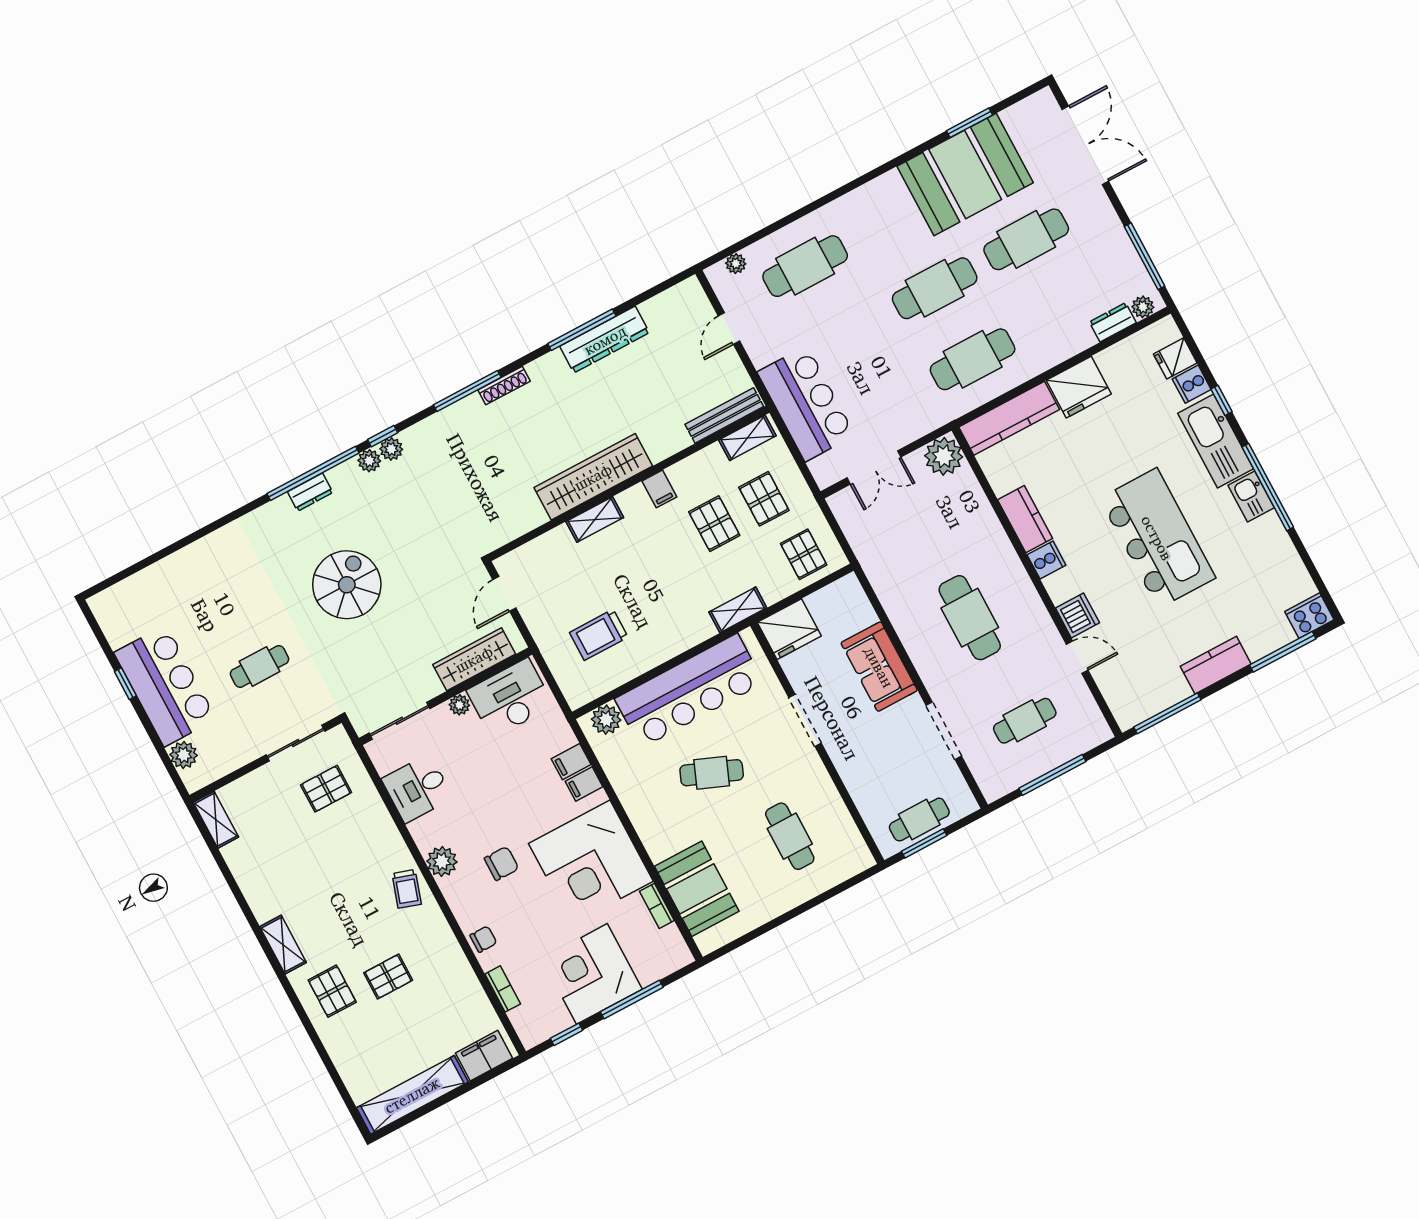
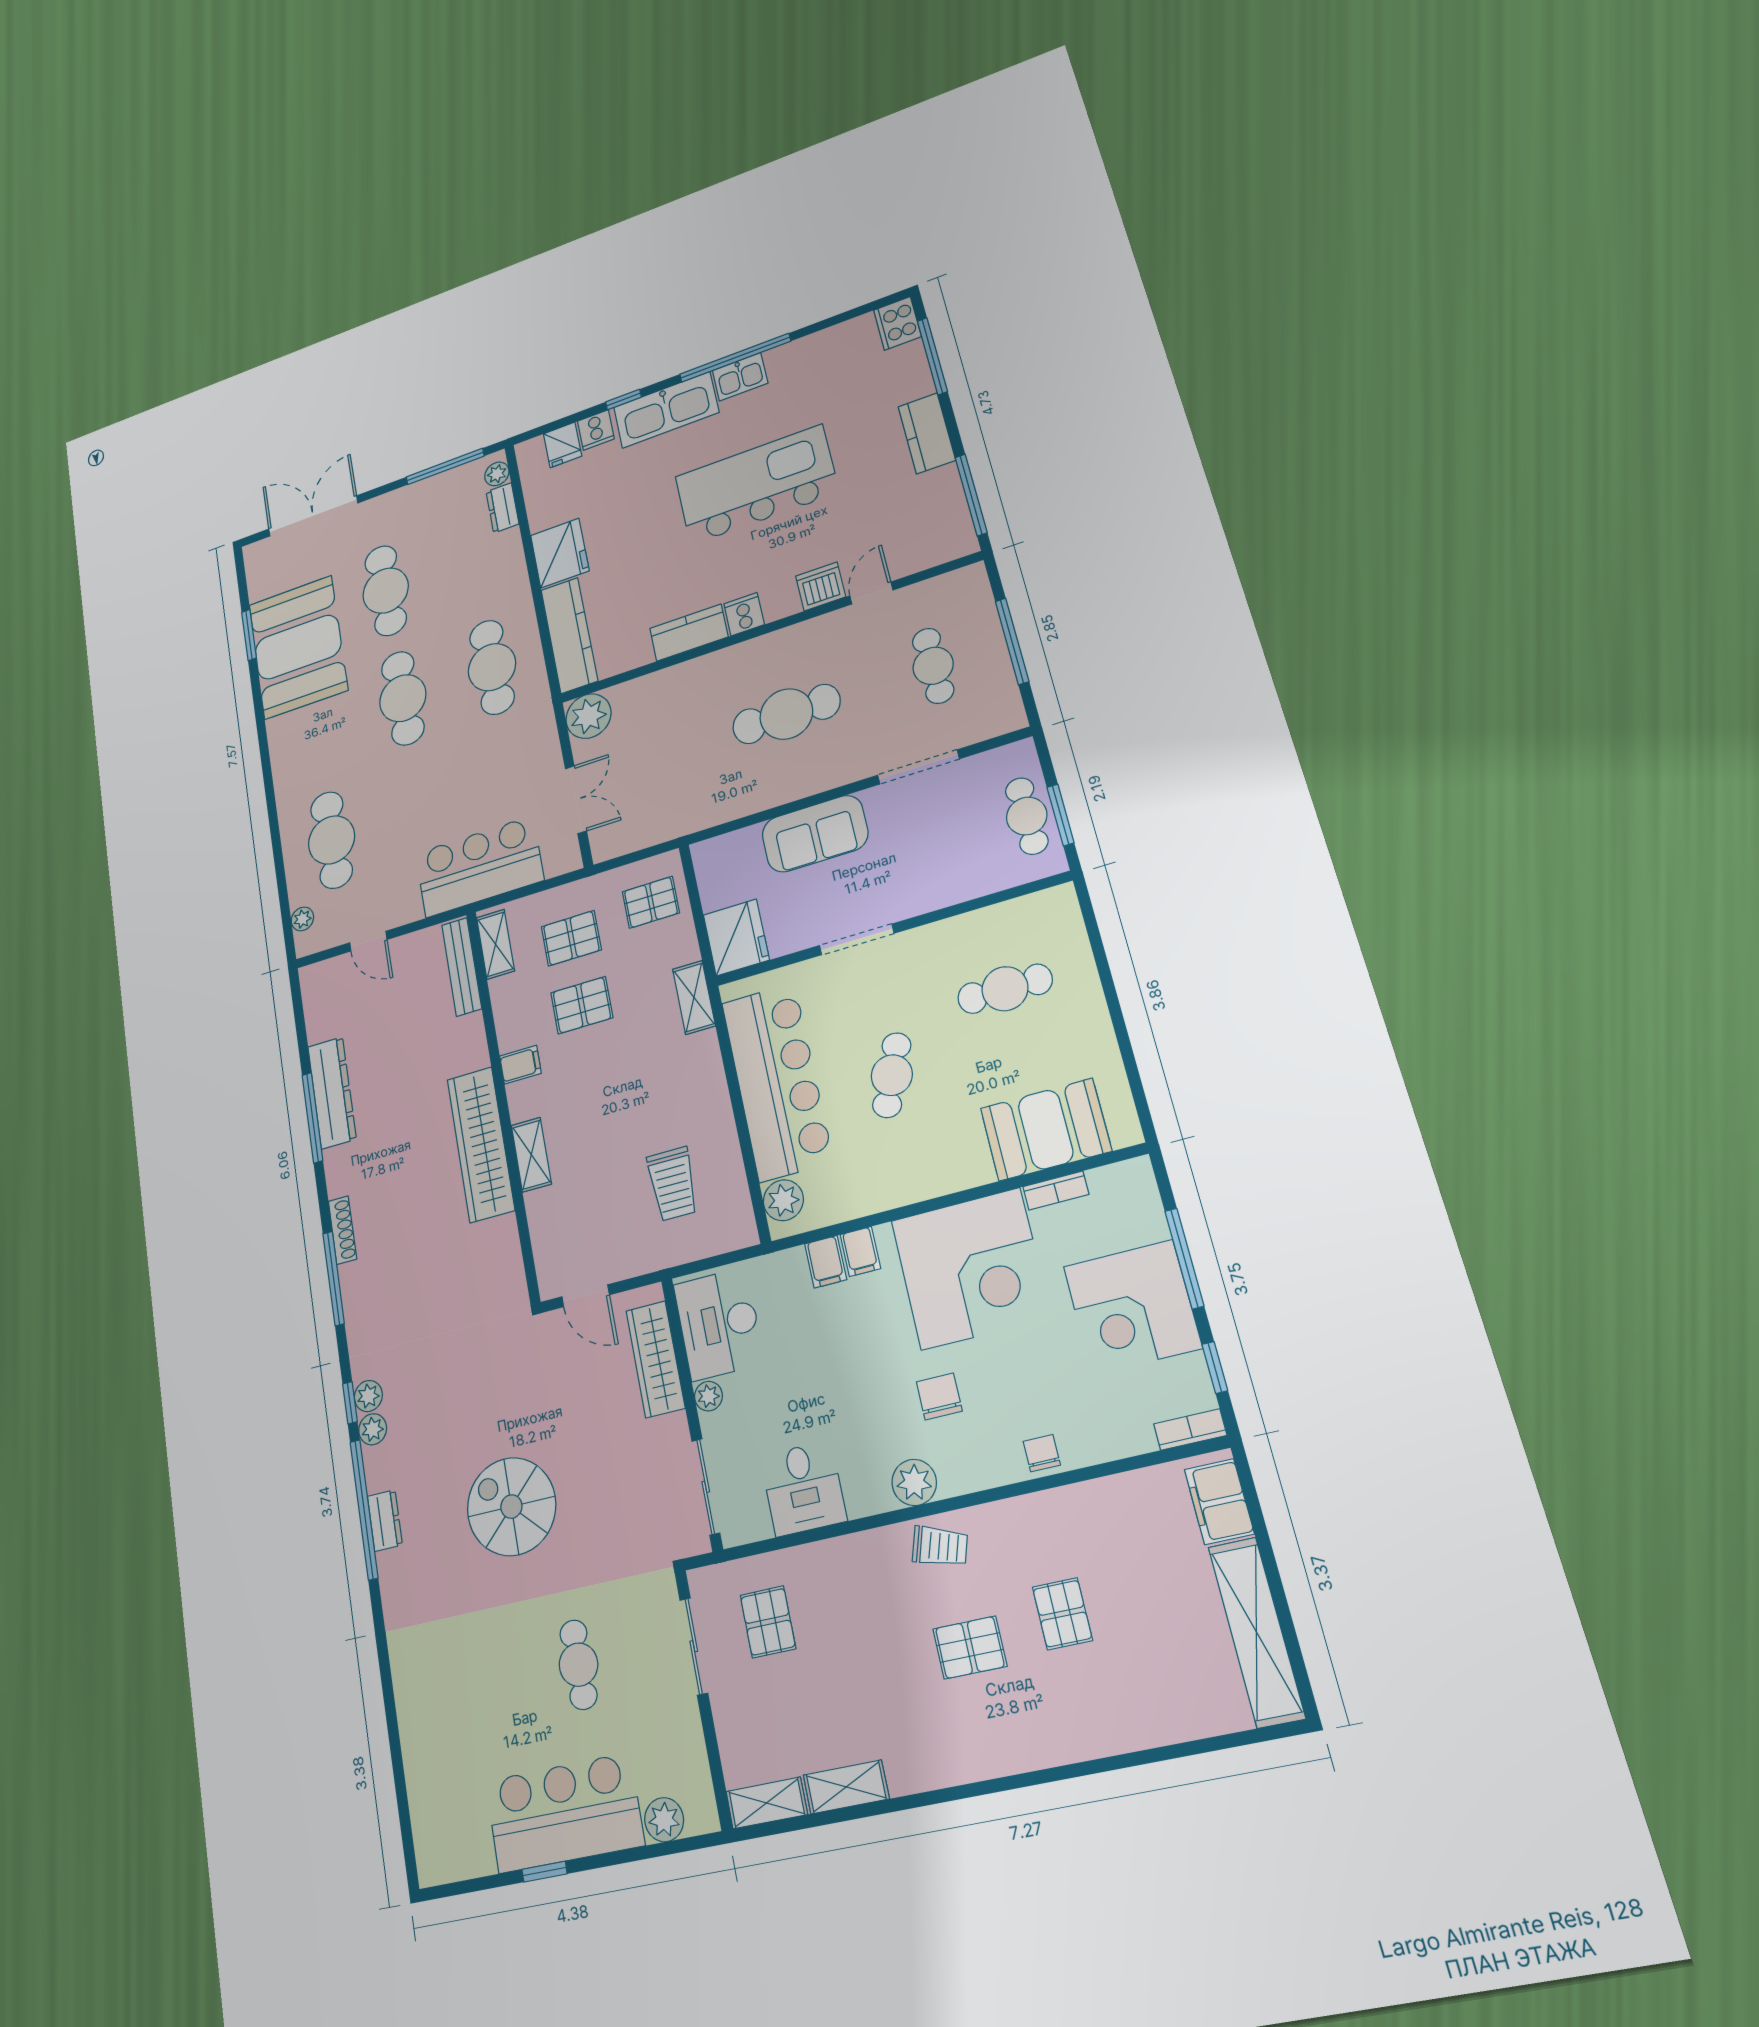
shelving: (283, 945) -> (846, 1787), moved
bookcase: (503, 989) -> (1190, 1430), moved
pallet: (332, 991) -> (970, 1647), moved

